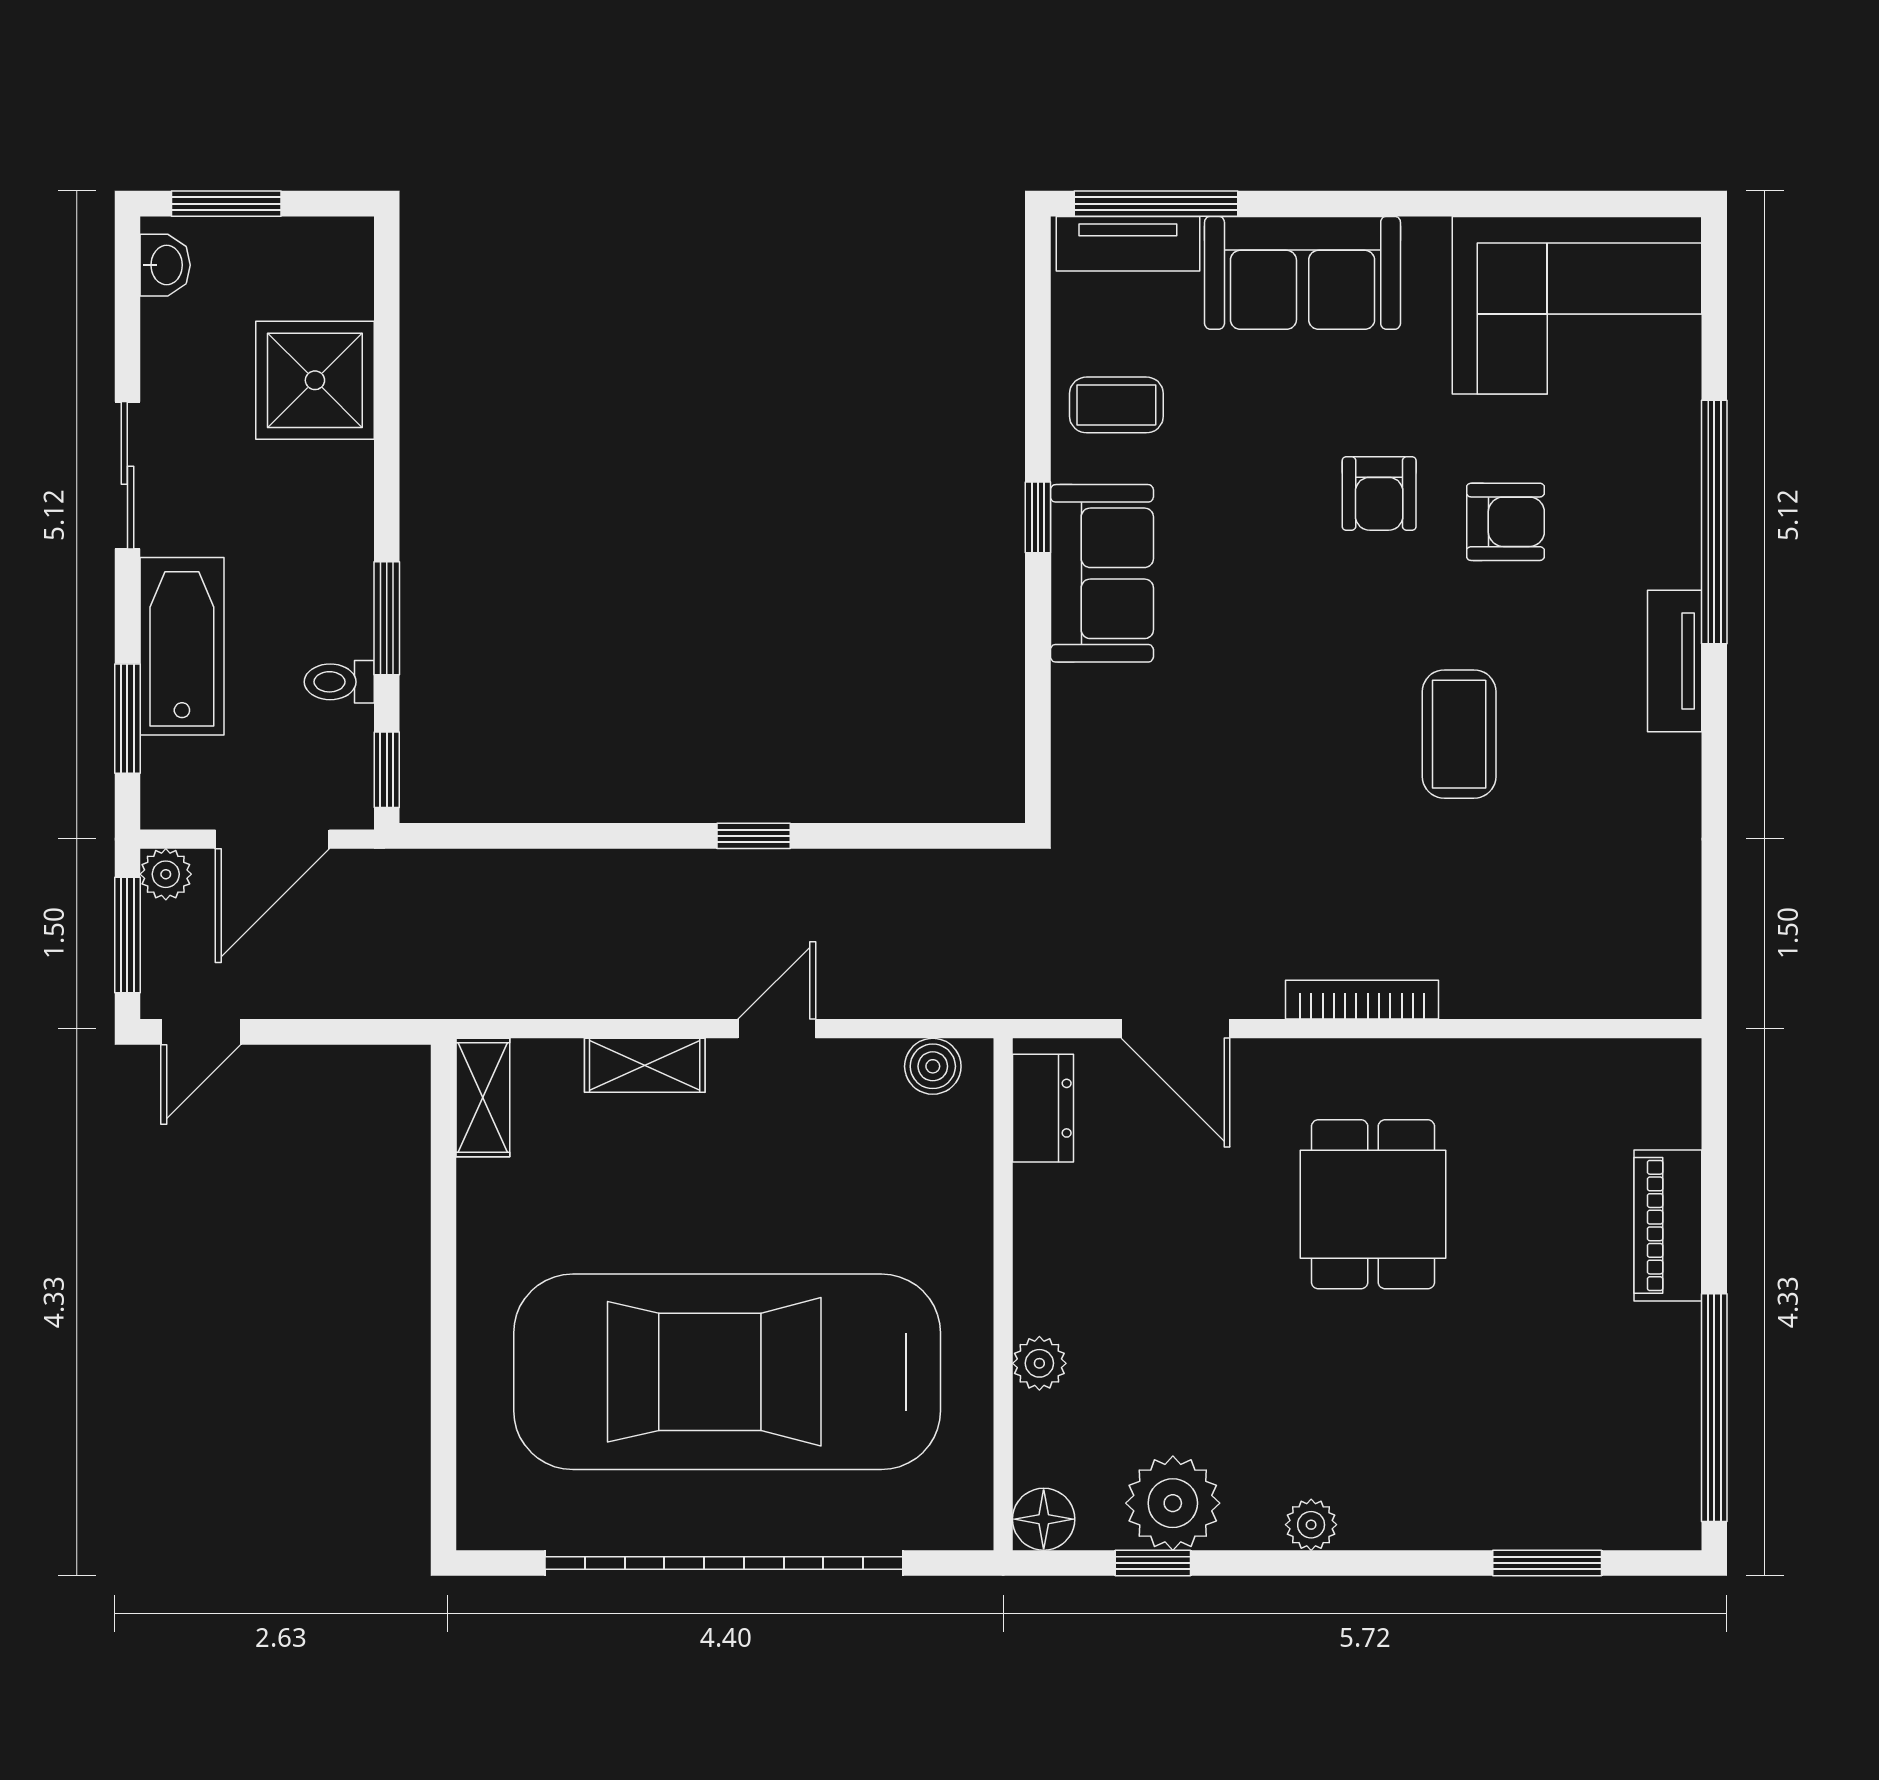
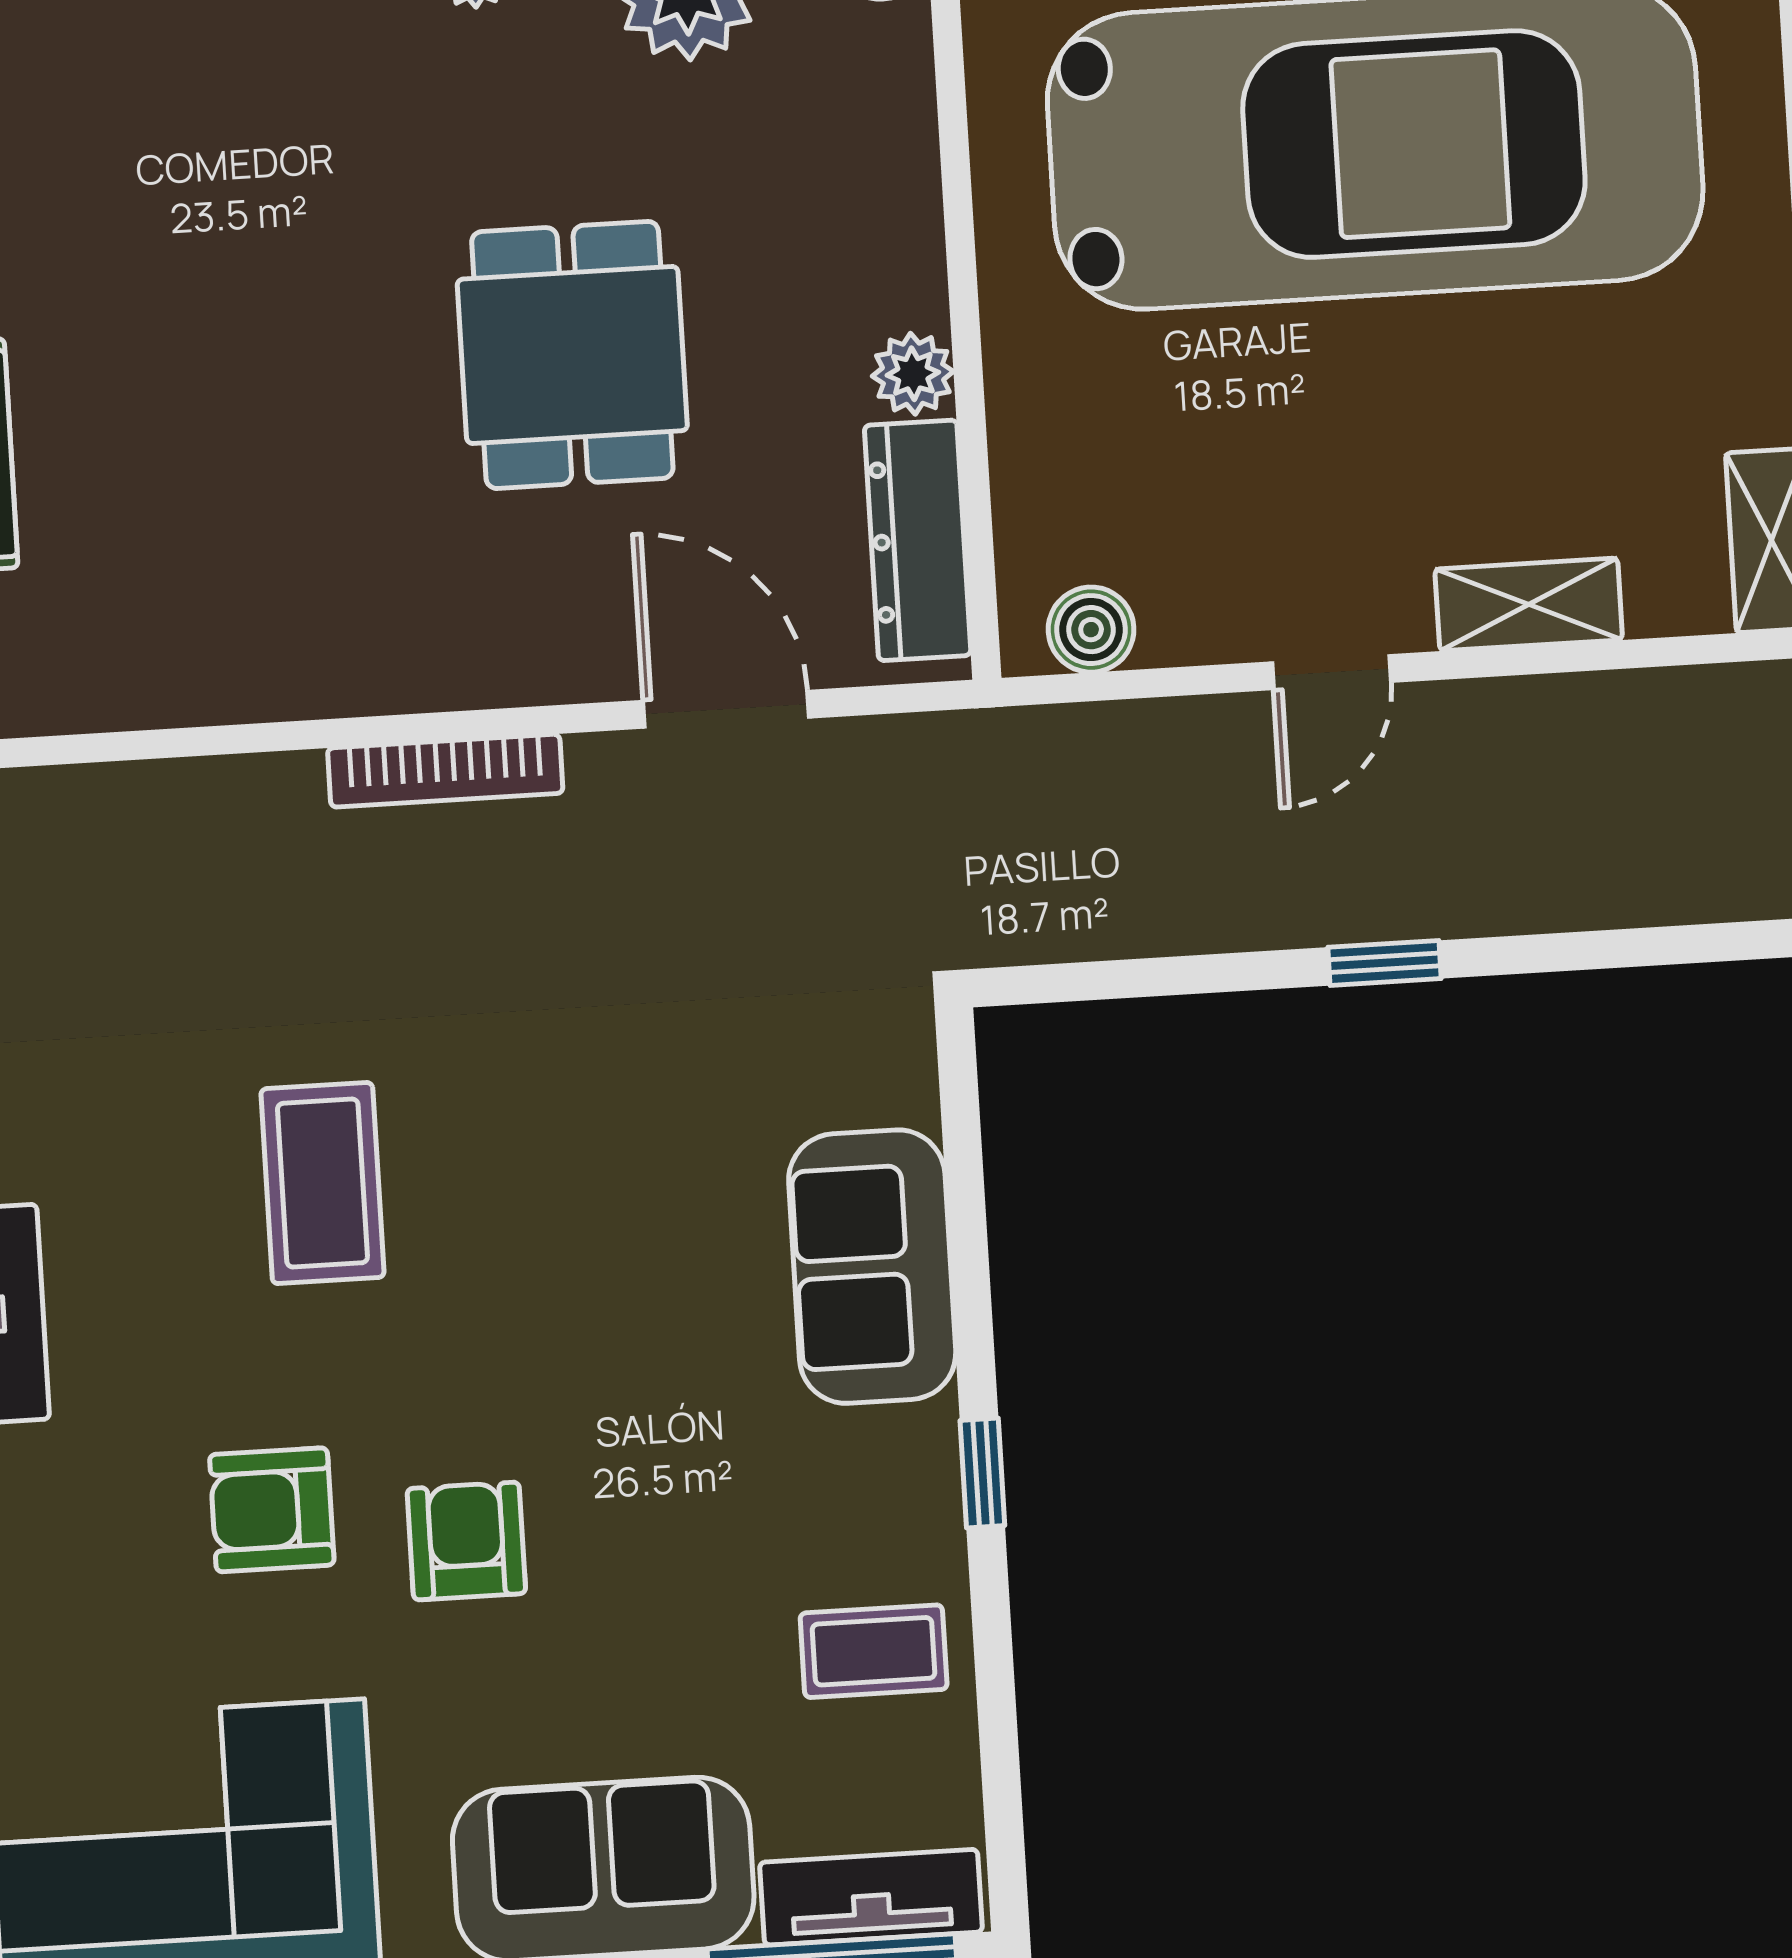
sofa: (1102, 573) -> (872, 1267), moved
dresser: (1043, 1108) -> (918, 540), width x1.44
dining table: (1373, 1204) -> (572, 355), moved
plant: (1039, 1363) -> (913, 374), moved

